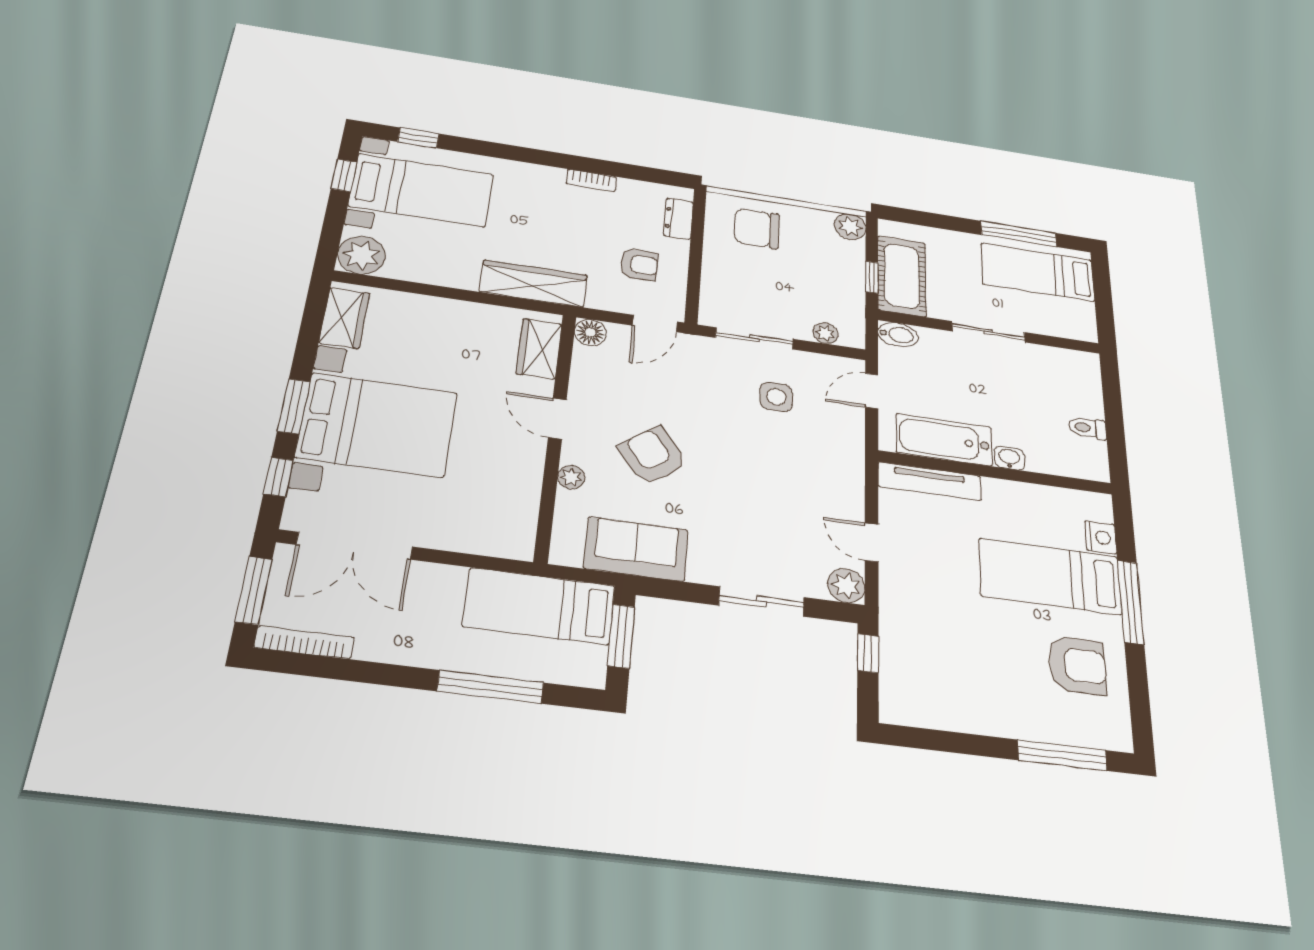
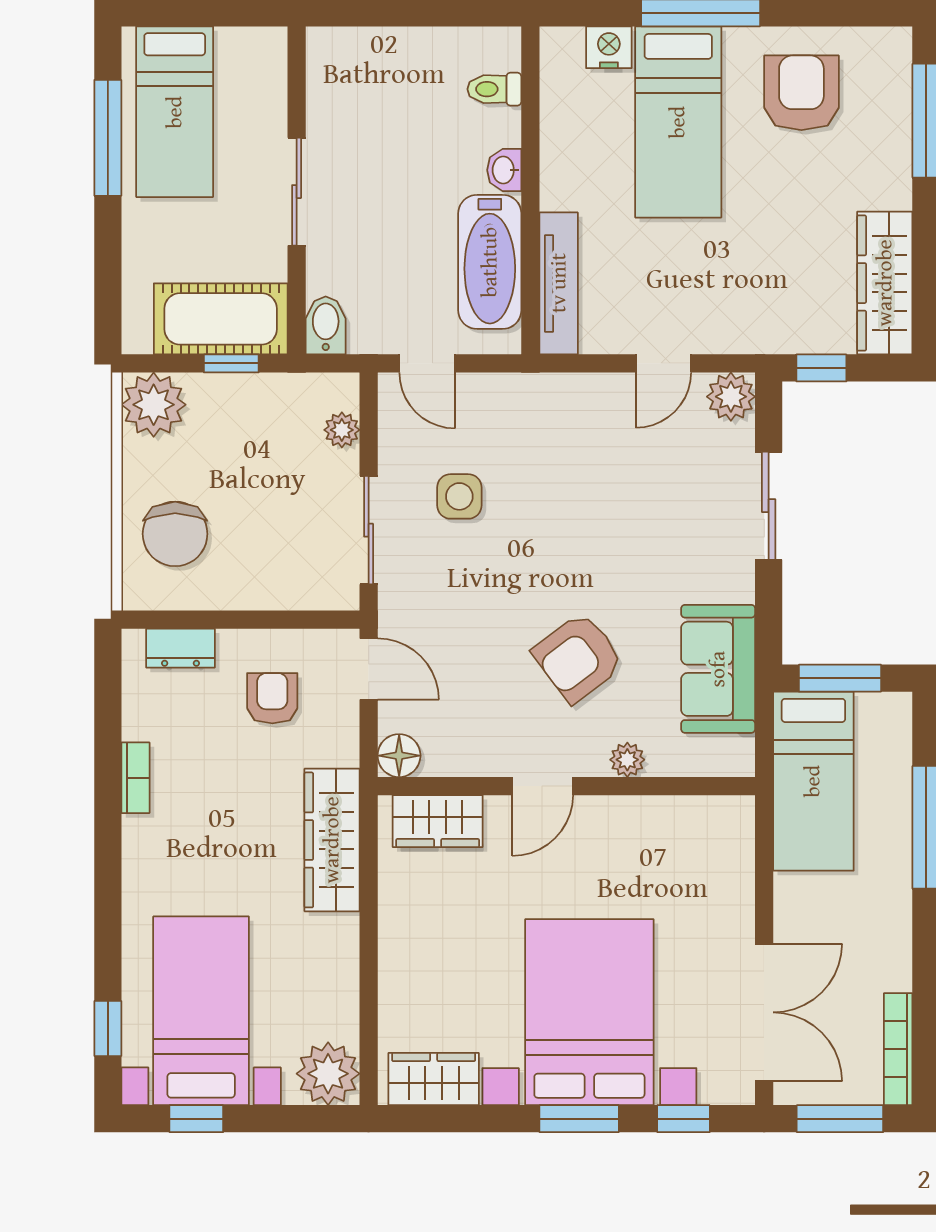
plant: (850, 227) -> (154, 405), width x1.36, depth x1.36
toilet: (1088, 428) -> (494, 89), moved, turned 90
wardrobe: (935, 709) -> (885, 283), added

